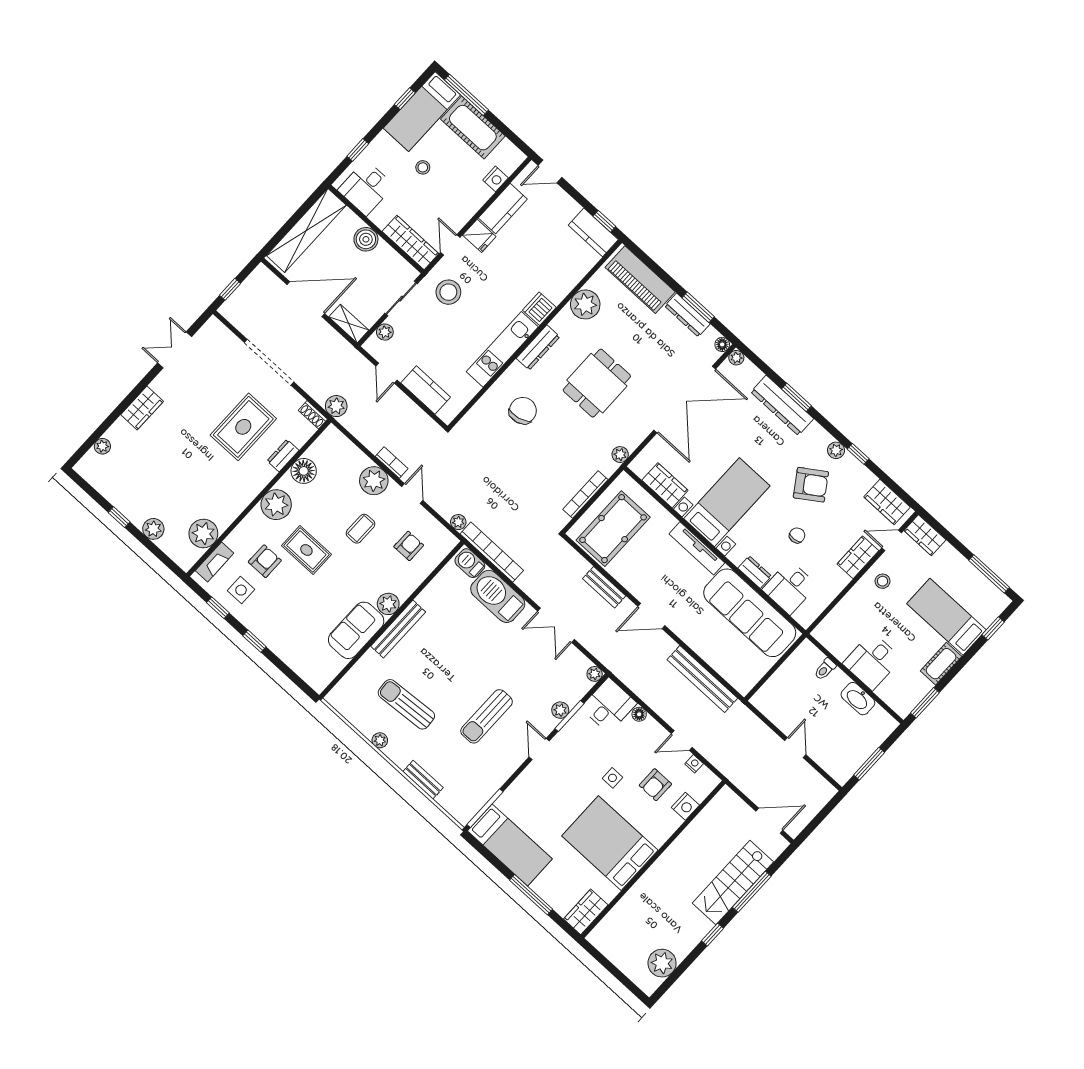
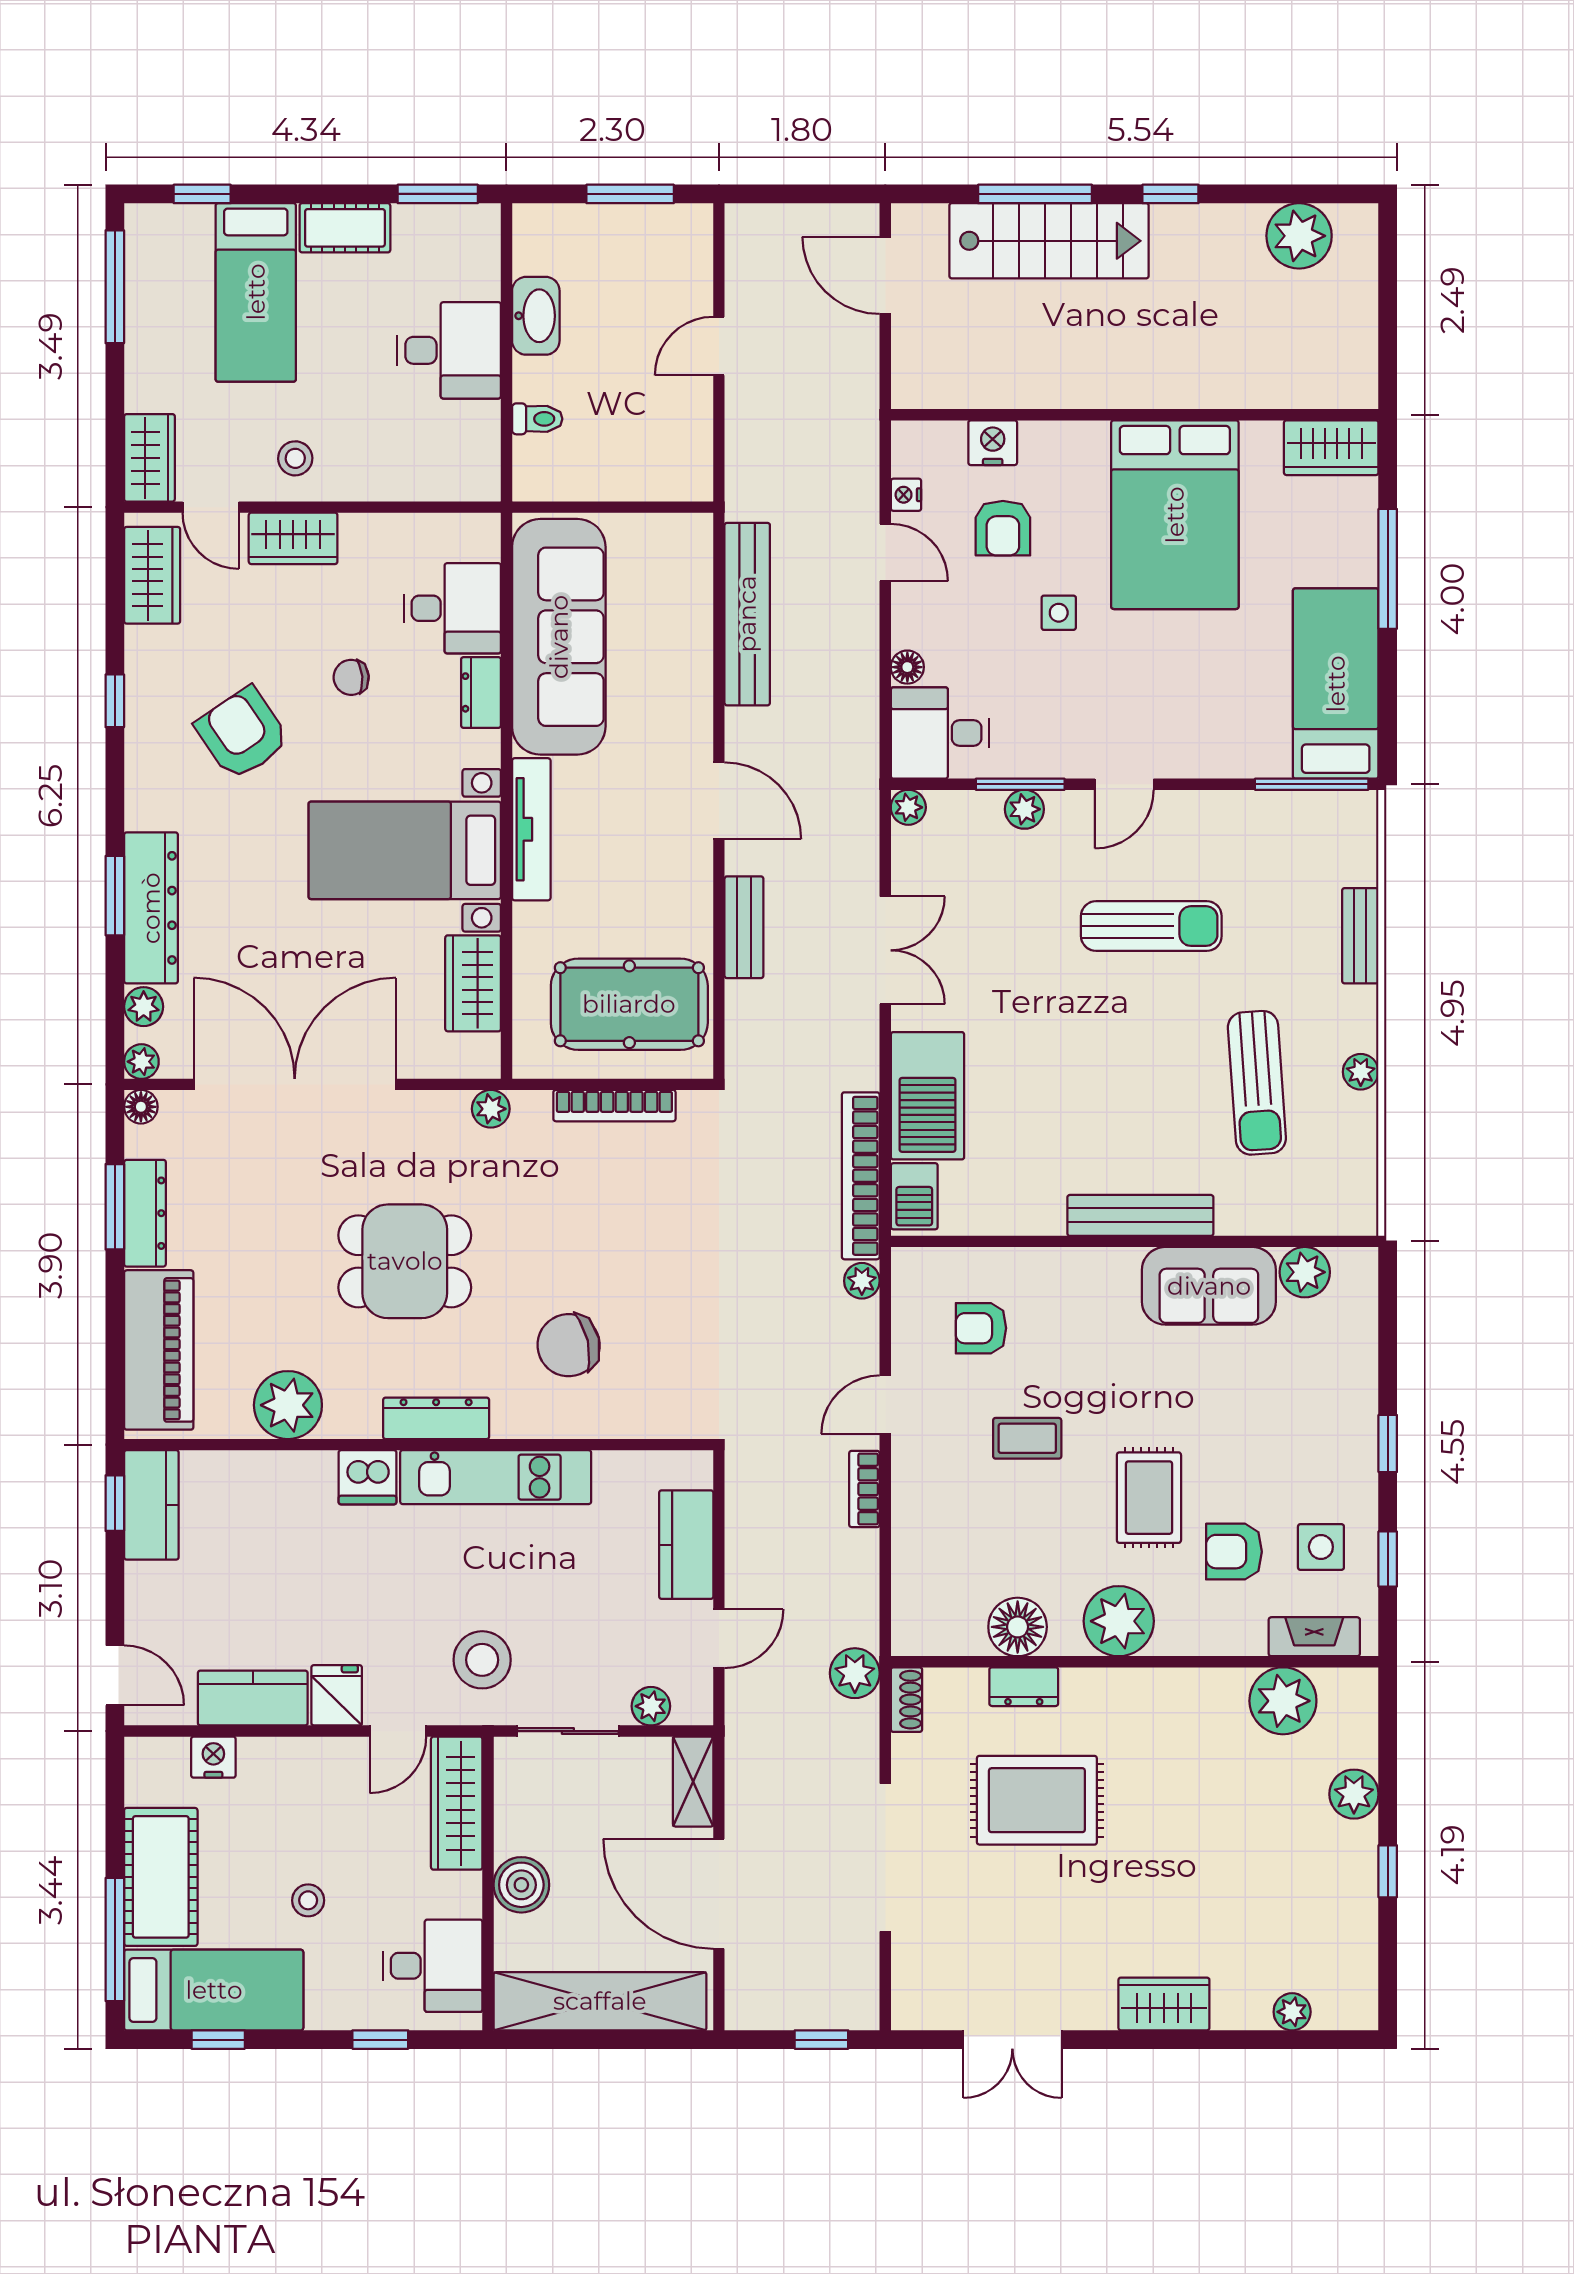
plant: (836, 450) -> (144, 1007), moved
plant: (374, 481) -> (924, 1491), removed
plant: (388, 604) -> (1305, 1272), moved
armchair: (655, 785) -> (1003, 528), turned 90

